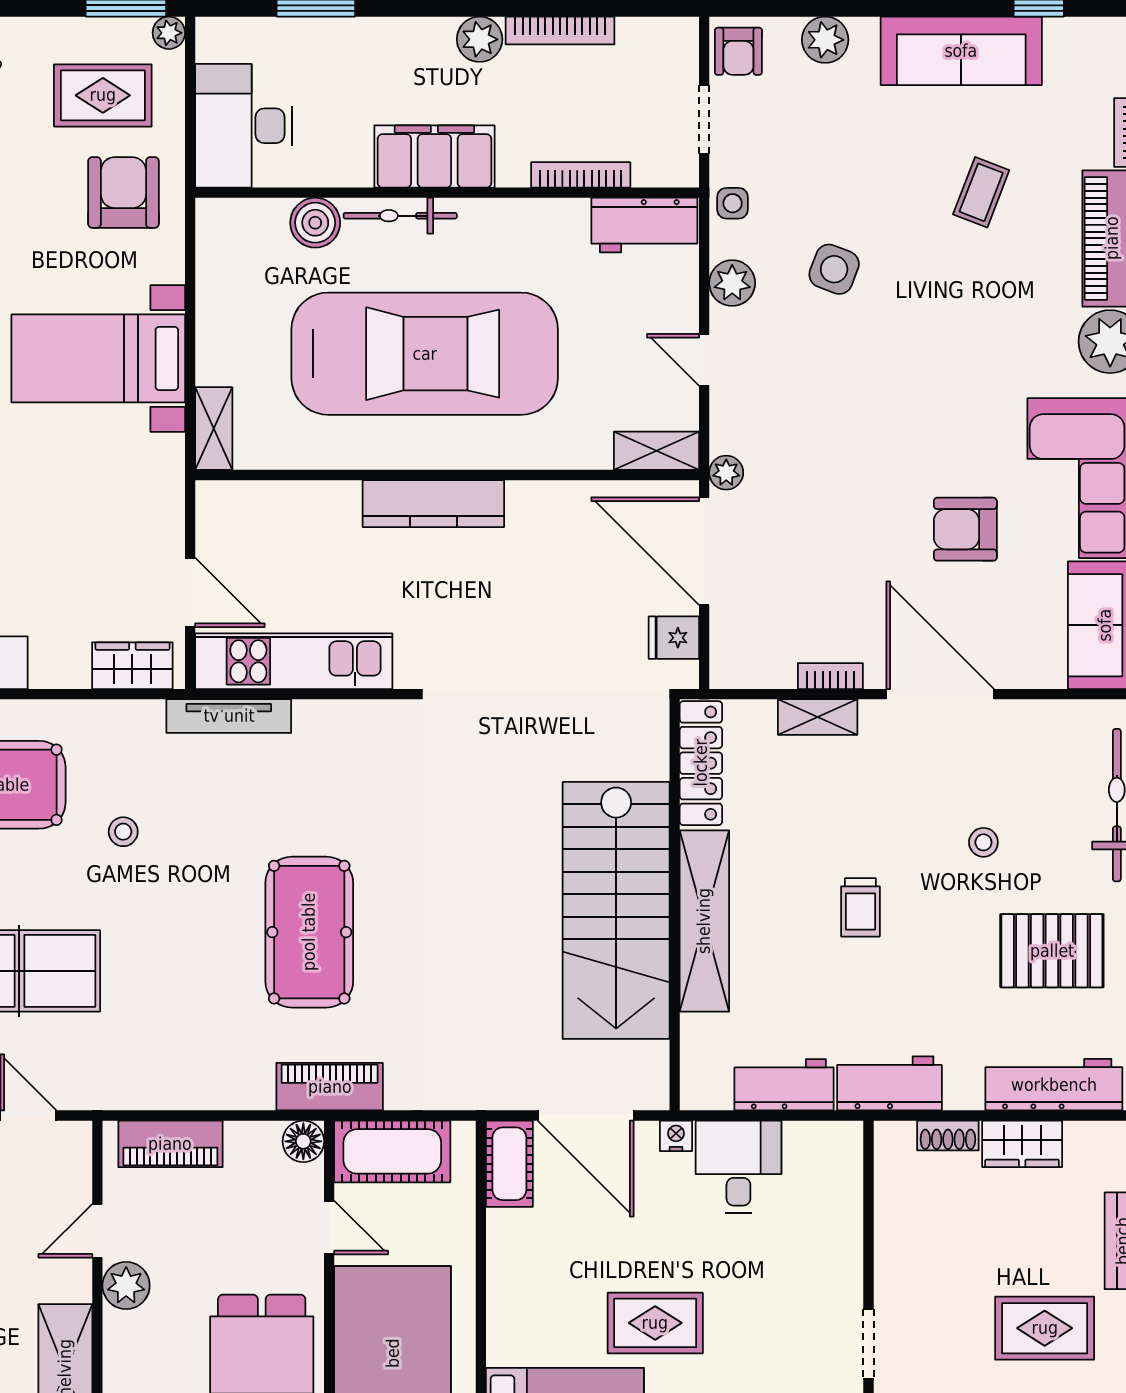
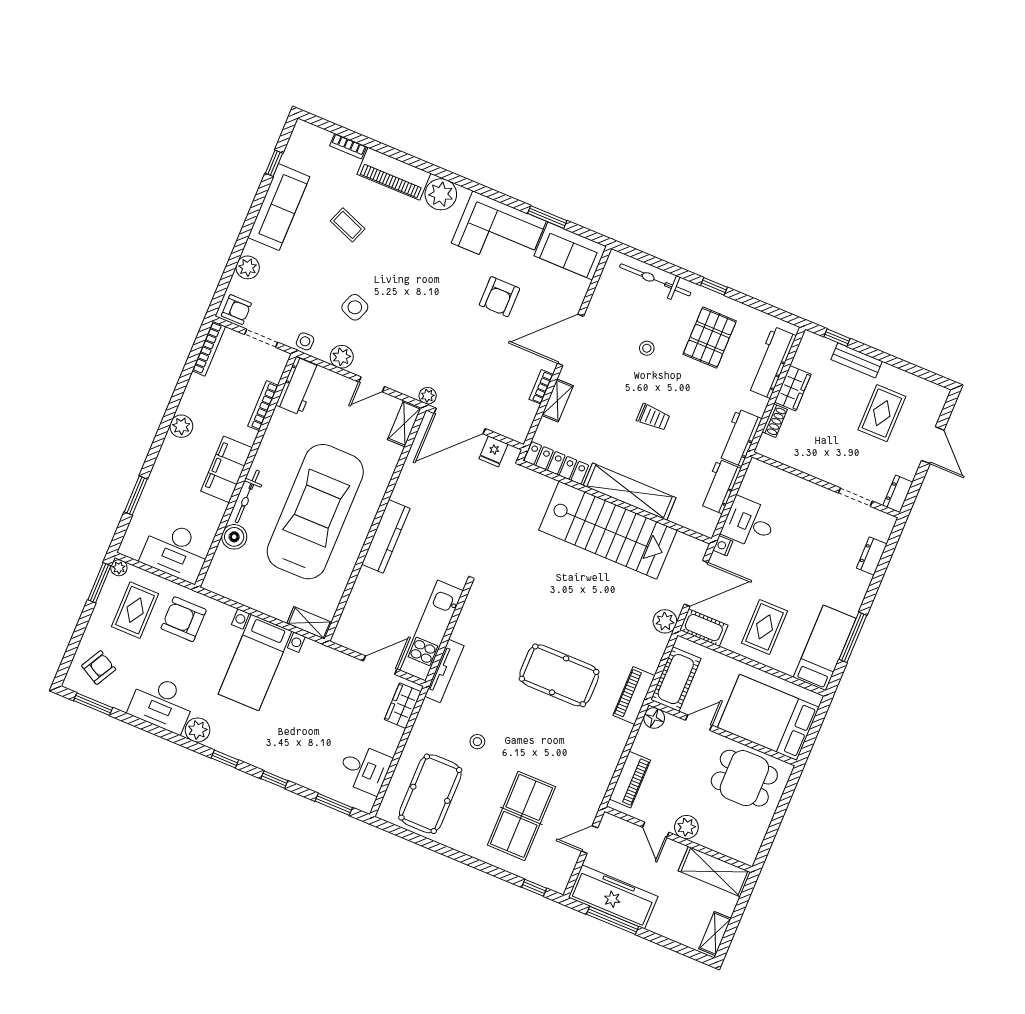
bookcase: (560, 30) -> (209, 349), moved
plant: (491, 1087) -> (665, 621), added
rug: (655, 1323) -> (764, 627), moved

